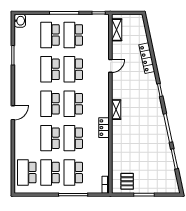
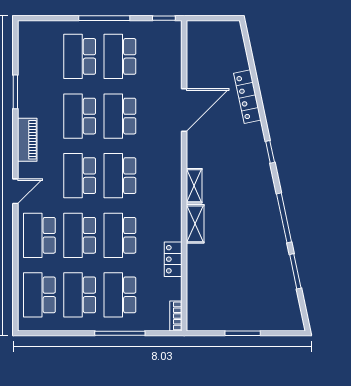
washbasin: (20, 21) -> (27, 32), removed
shelving: (117, 30) -> (195, 224), moved
door: (110, 66) -> (184, 110), width x1.88
piano: (20, 83) -> (27, 140), added
locker: (104, 128) -> (173, 259), moved
school desk: (27, 138) -> (39, 235), added
pallet: (127, 181) -> (213, 310), removed

